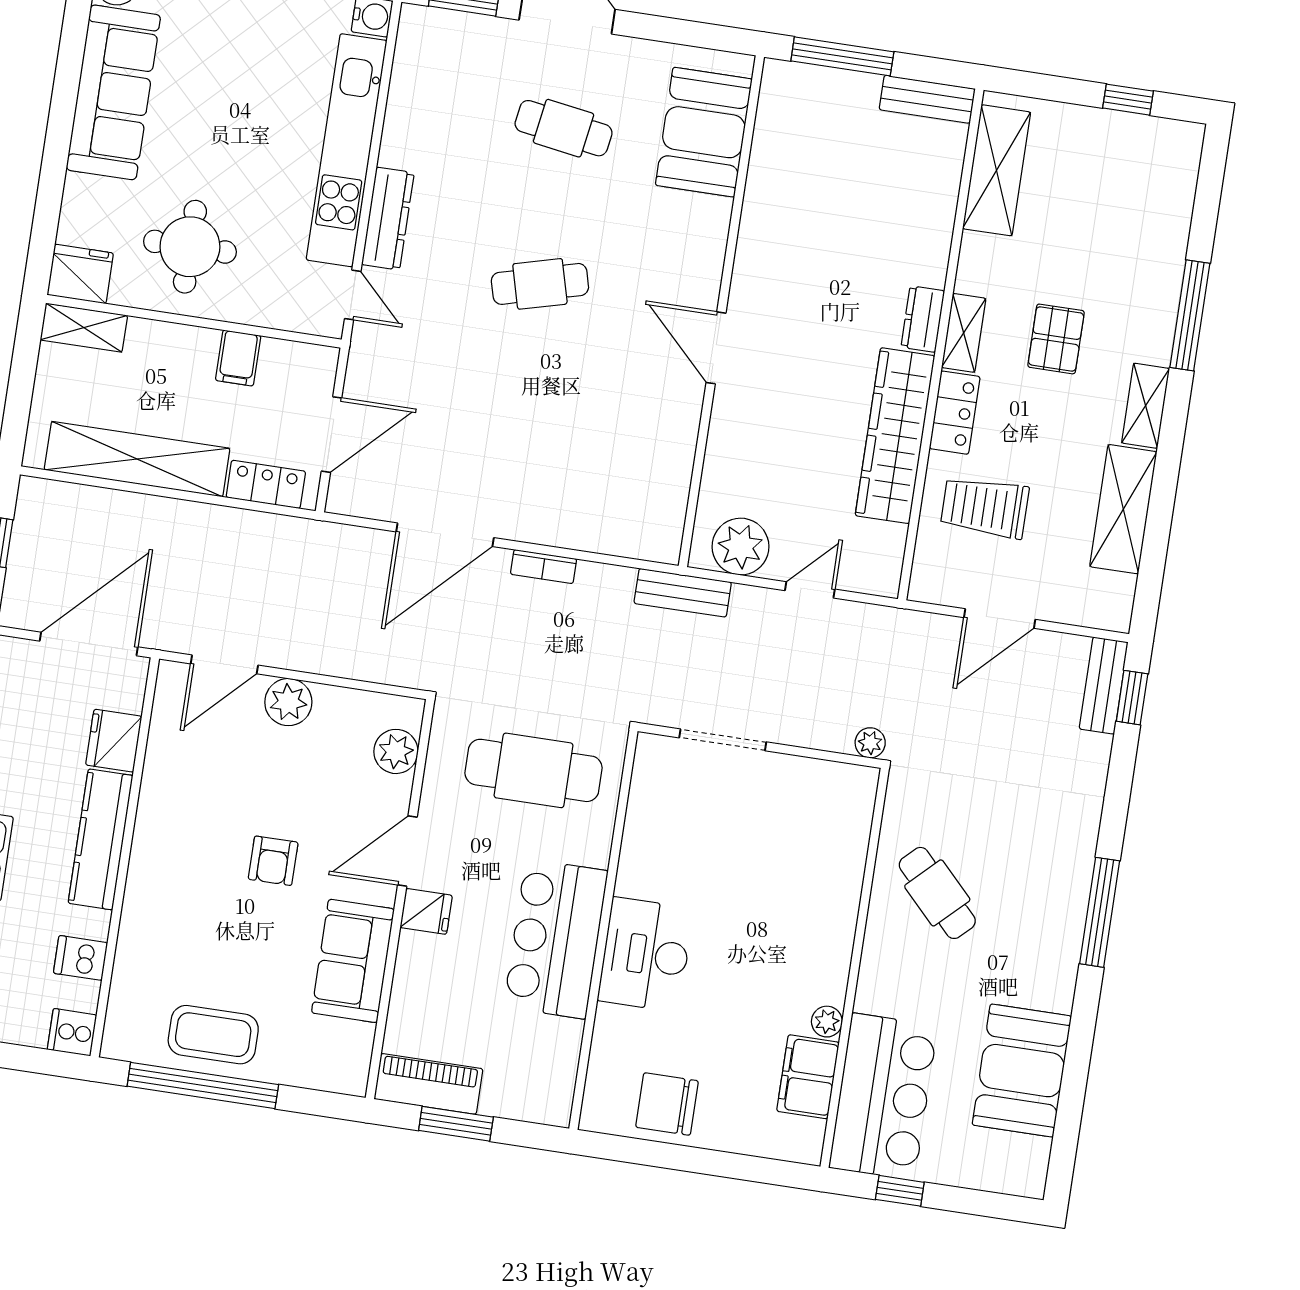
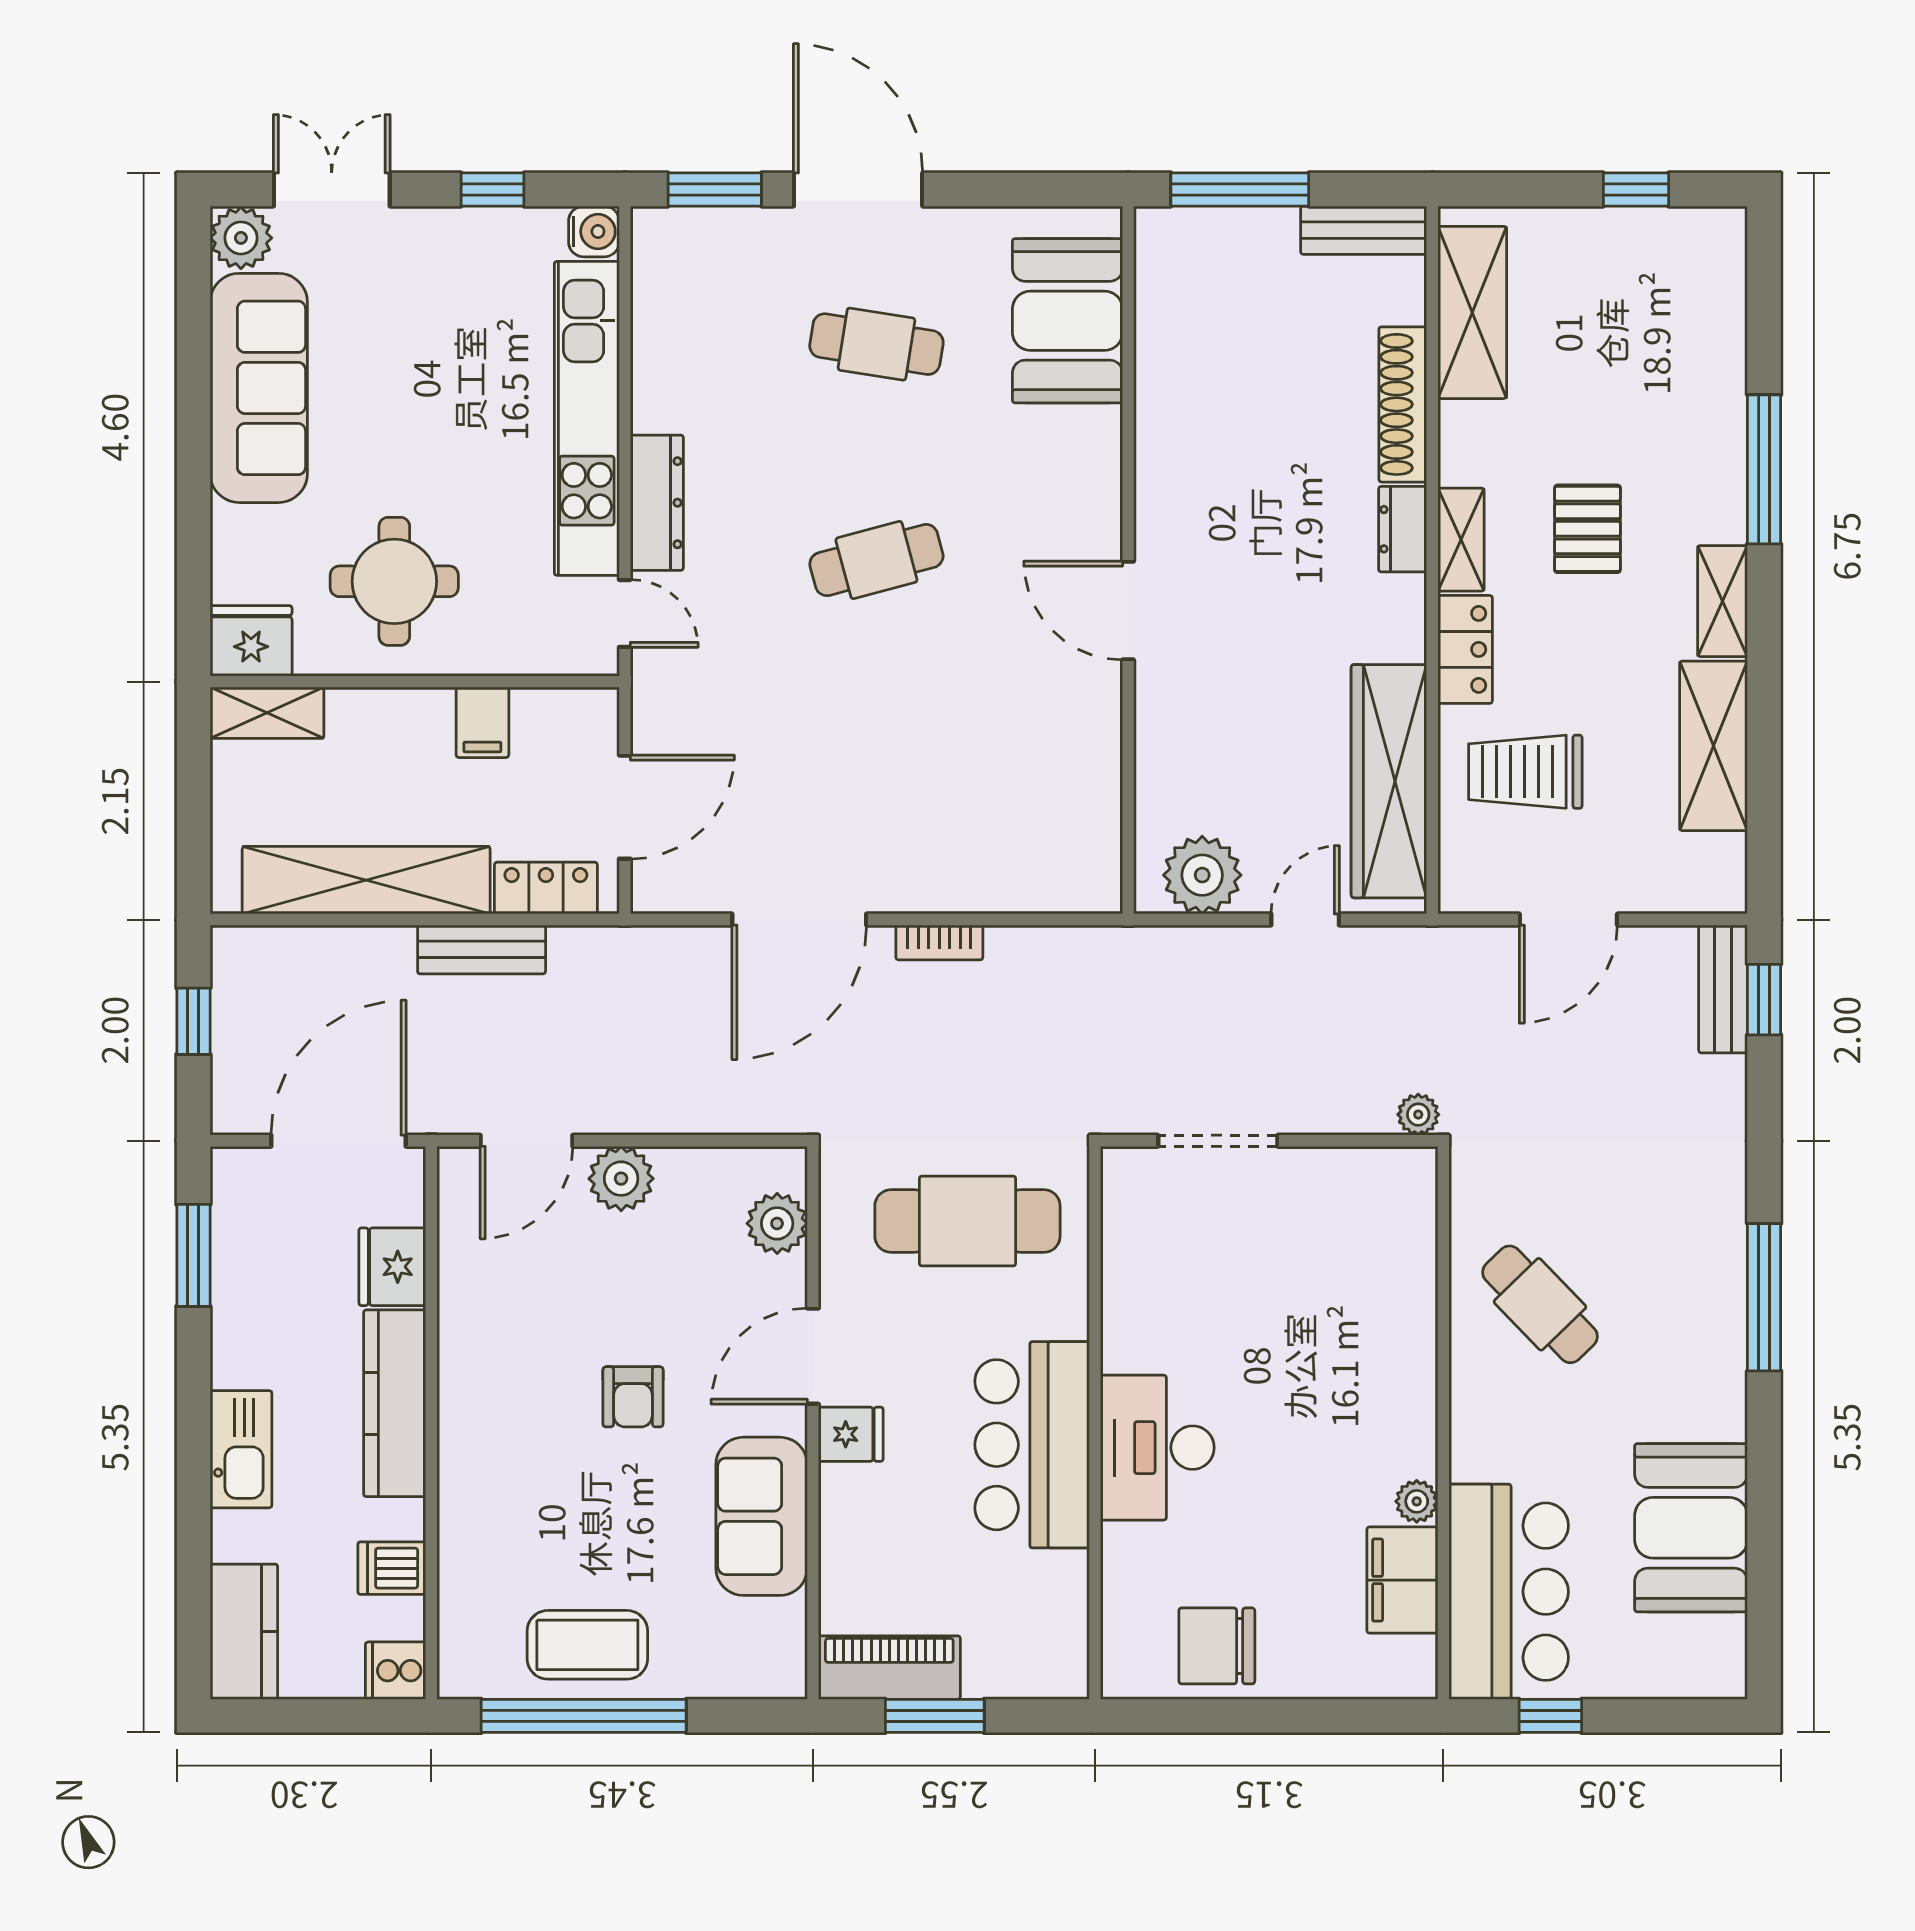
shoe rack: (936, 229) -> (1403, 404), added
wardrobe: (895, 436) -> (1389, 781), moved
bench: (683, 593) -> (482, 949), moved

